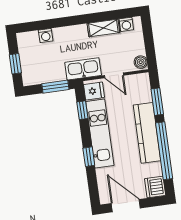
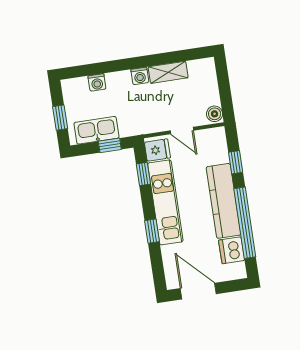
washing machine: (126, 24) -> (140, 76), moved
kitchen sink: (83, 69) -> (96, 130), moved
window: (55, 87) -> (110, 145), width x0.67
window: (157, 102) -> (236, 162), width x0.67
dishwasher: (155, 187) -> (232, 250), moved

